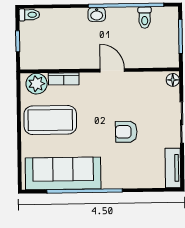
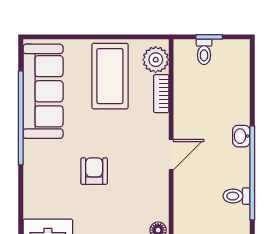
toilet: (29, 15) -> (204, 52), moved

